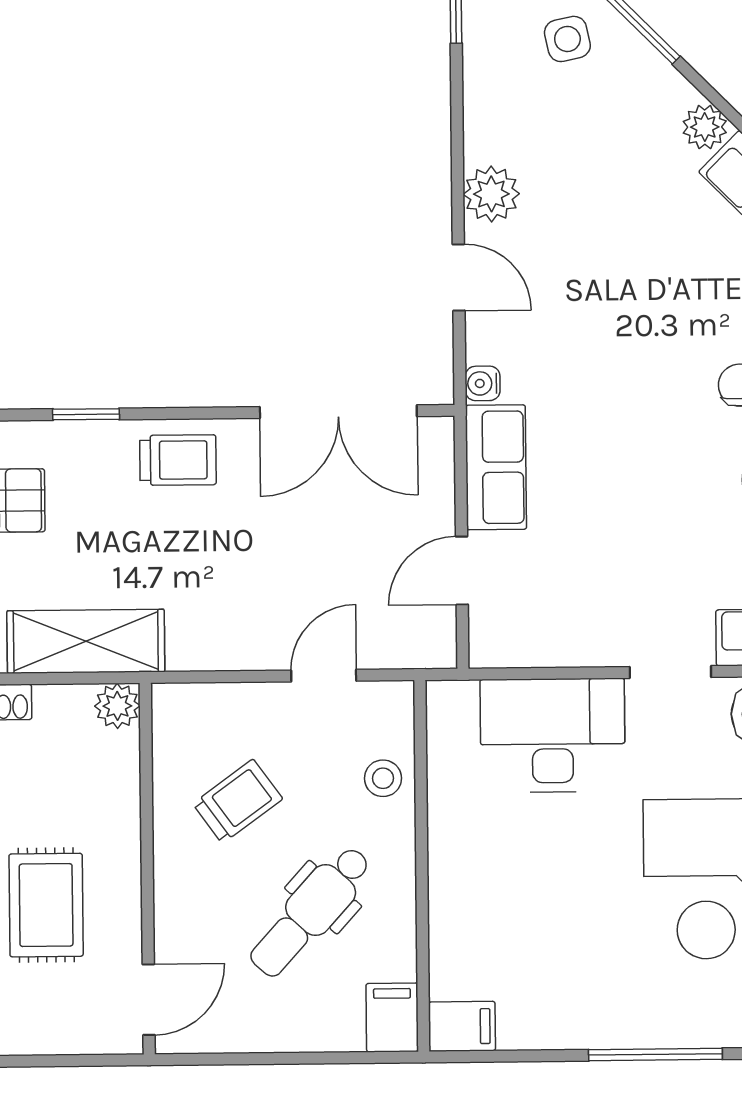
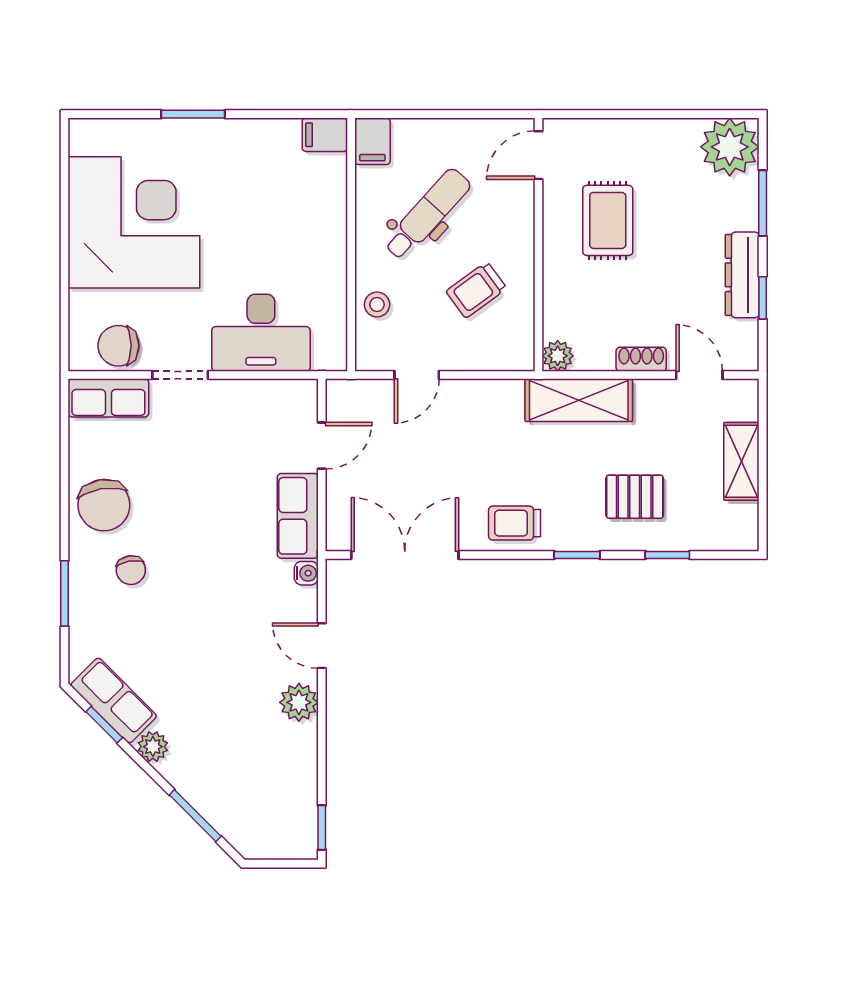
side table: (567, 39) -> (246, 808), removed
window: (655, 1054) -> (193, 114), width x0.69

